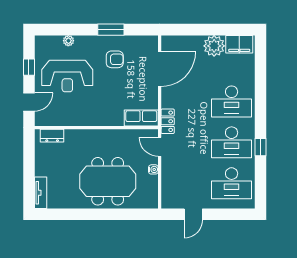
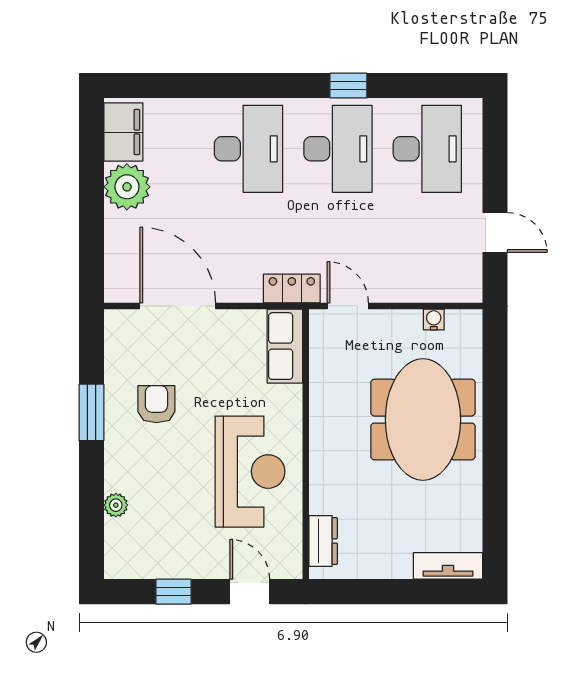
reception desk: (67, 76) -> (250, 472), moved
door: (160, 147) -> (348, 306), swing flipped
water cooler: (153, 169) -> (434, 319), moved

